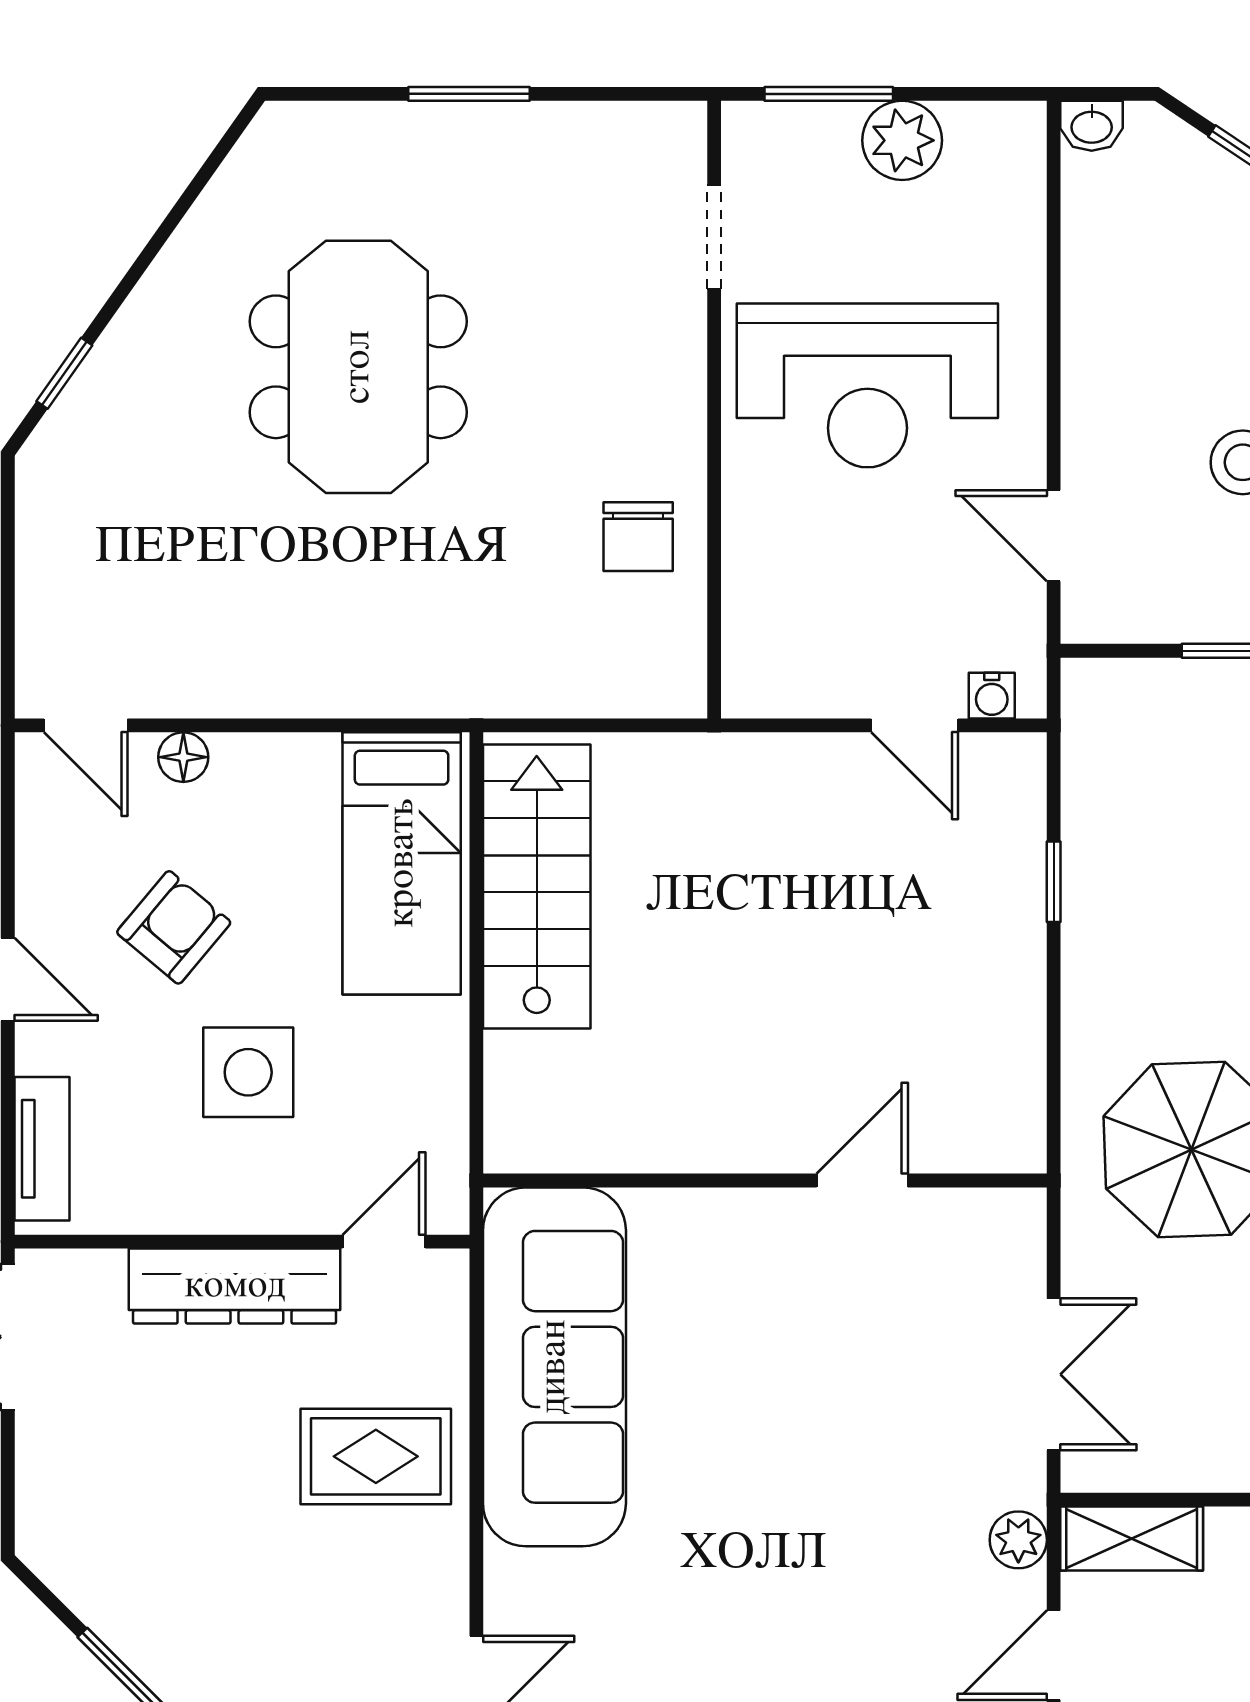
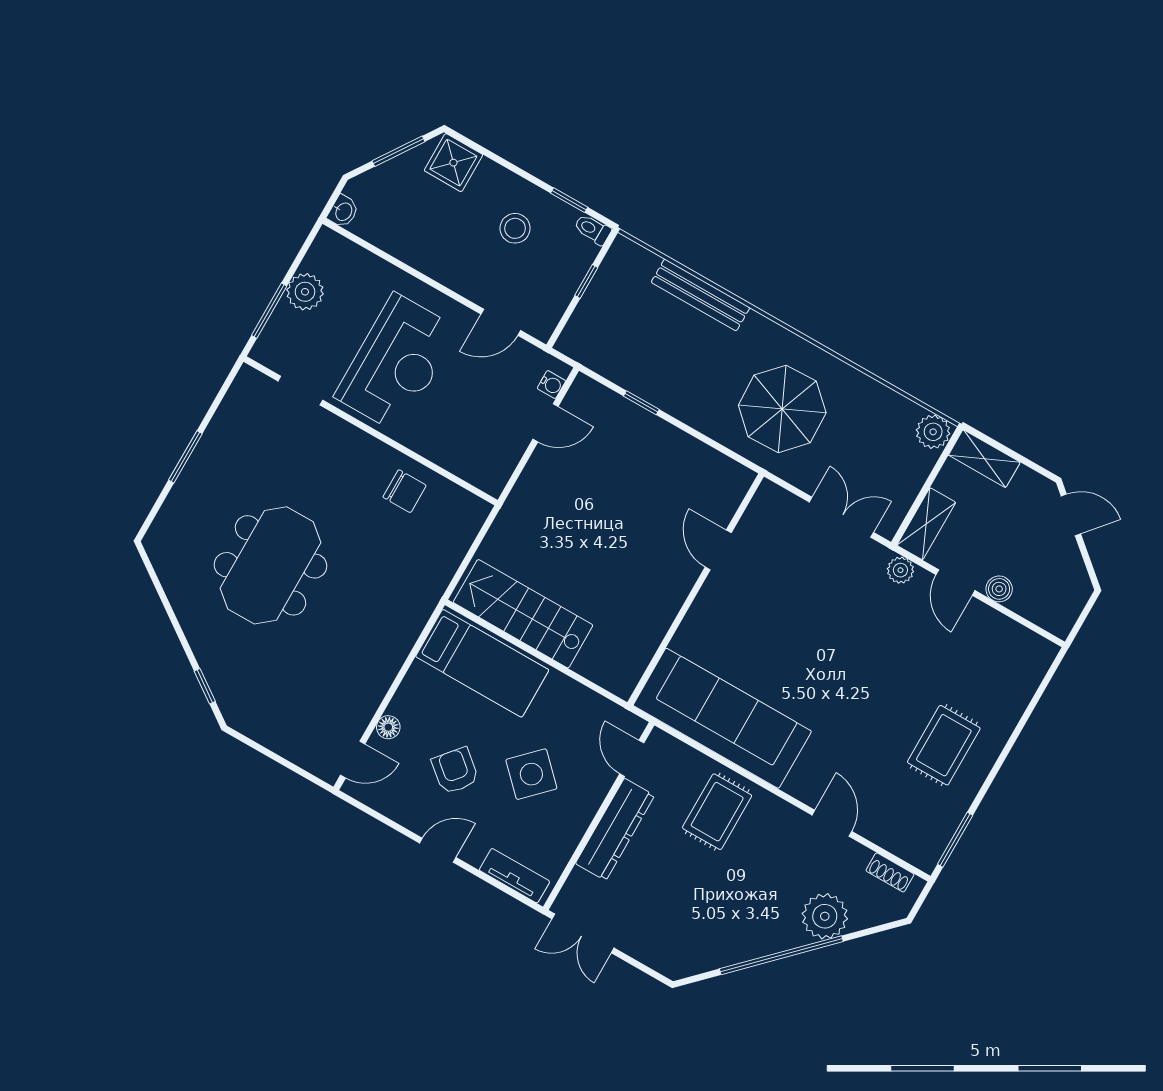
meeting table: (358, 367) -> (270, 565), turned 90
side table: (248, 1072) -> (531, 774), turned 45

